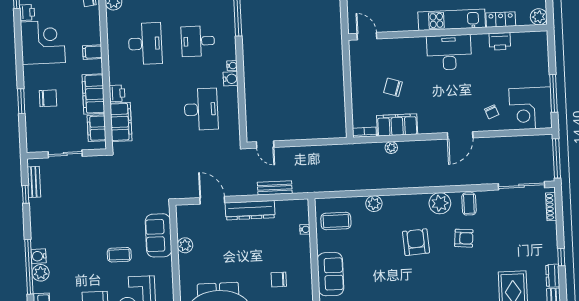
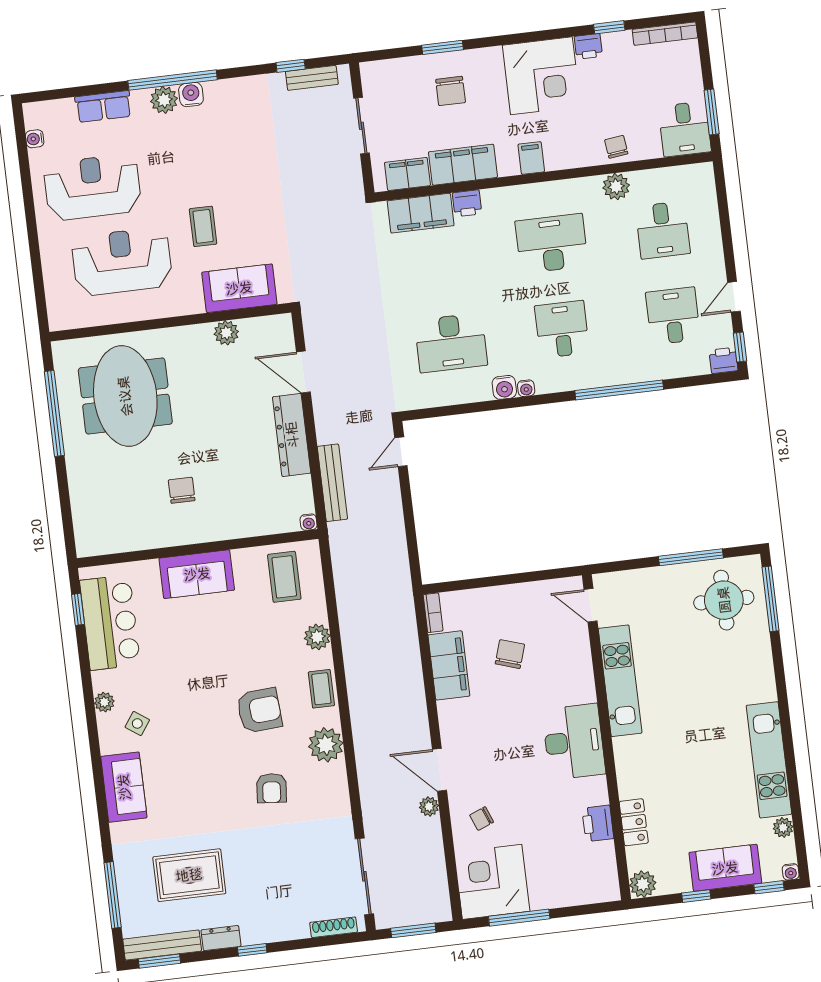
kitchen unit: (452, 20) -> (620, 681), moved
door: (367, 36) -> (591, 605), swing flipped
desk: (145, 44) -> (552, 243), turned 180
plant: (391, 148) -> (429, 806), moved
window: (557, 158) -> (413, 930), width x0.69
bench: (275, 188) -> (332, 483), width x1.36
door: (212, 200) -> (303, 372), swing flipped
coffee table: (469, 204) -> (321, 689), moved, turned 90
water cooler: (305, 229) -> (309, 522), moved

